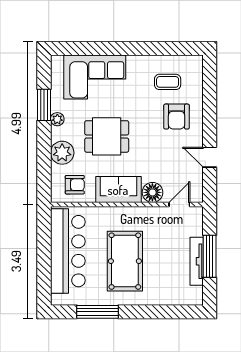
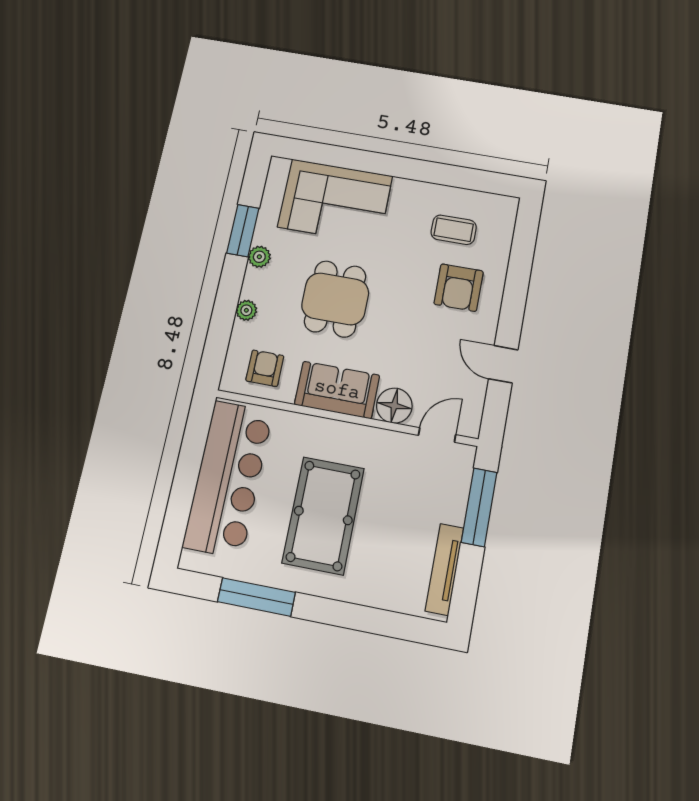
dining table: (107, 136) -> (335, 299), turned 90
plant: (62, 153) -> (246, 310), width x0.53, depth x0.53
armchair: (75, 185) -> (265, 368), turned -90
window: (210, 256) -> (479, 507), moved
tv unit: (197, 261) -> (444, 569), moved

